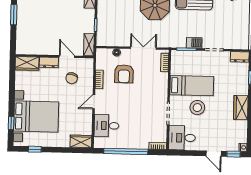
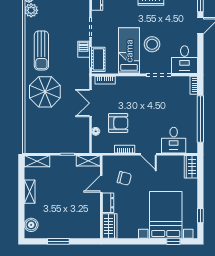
cot: (184, 57) -> (98, 59), added

